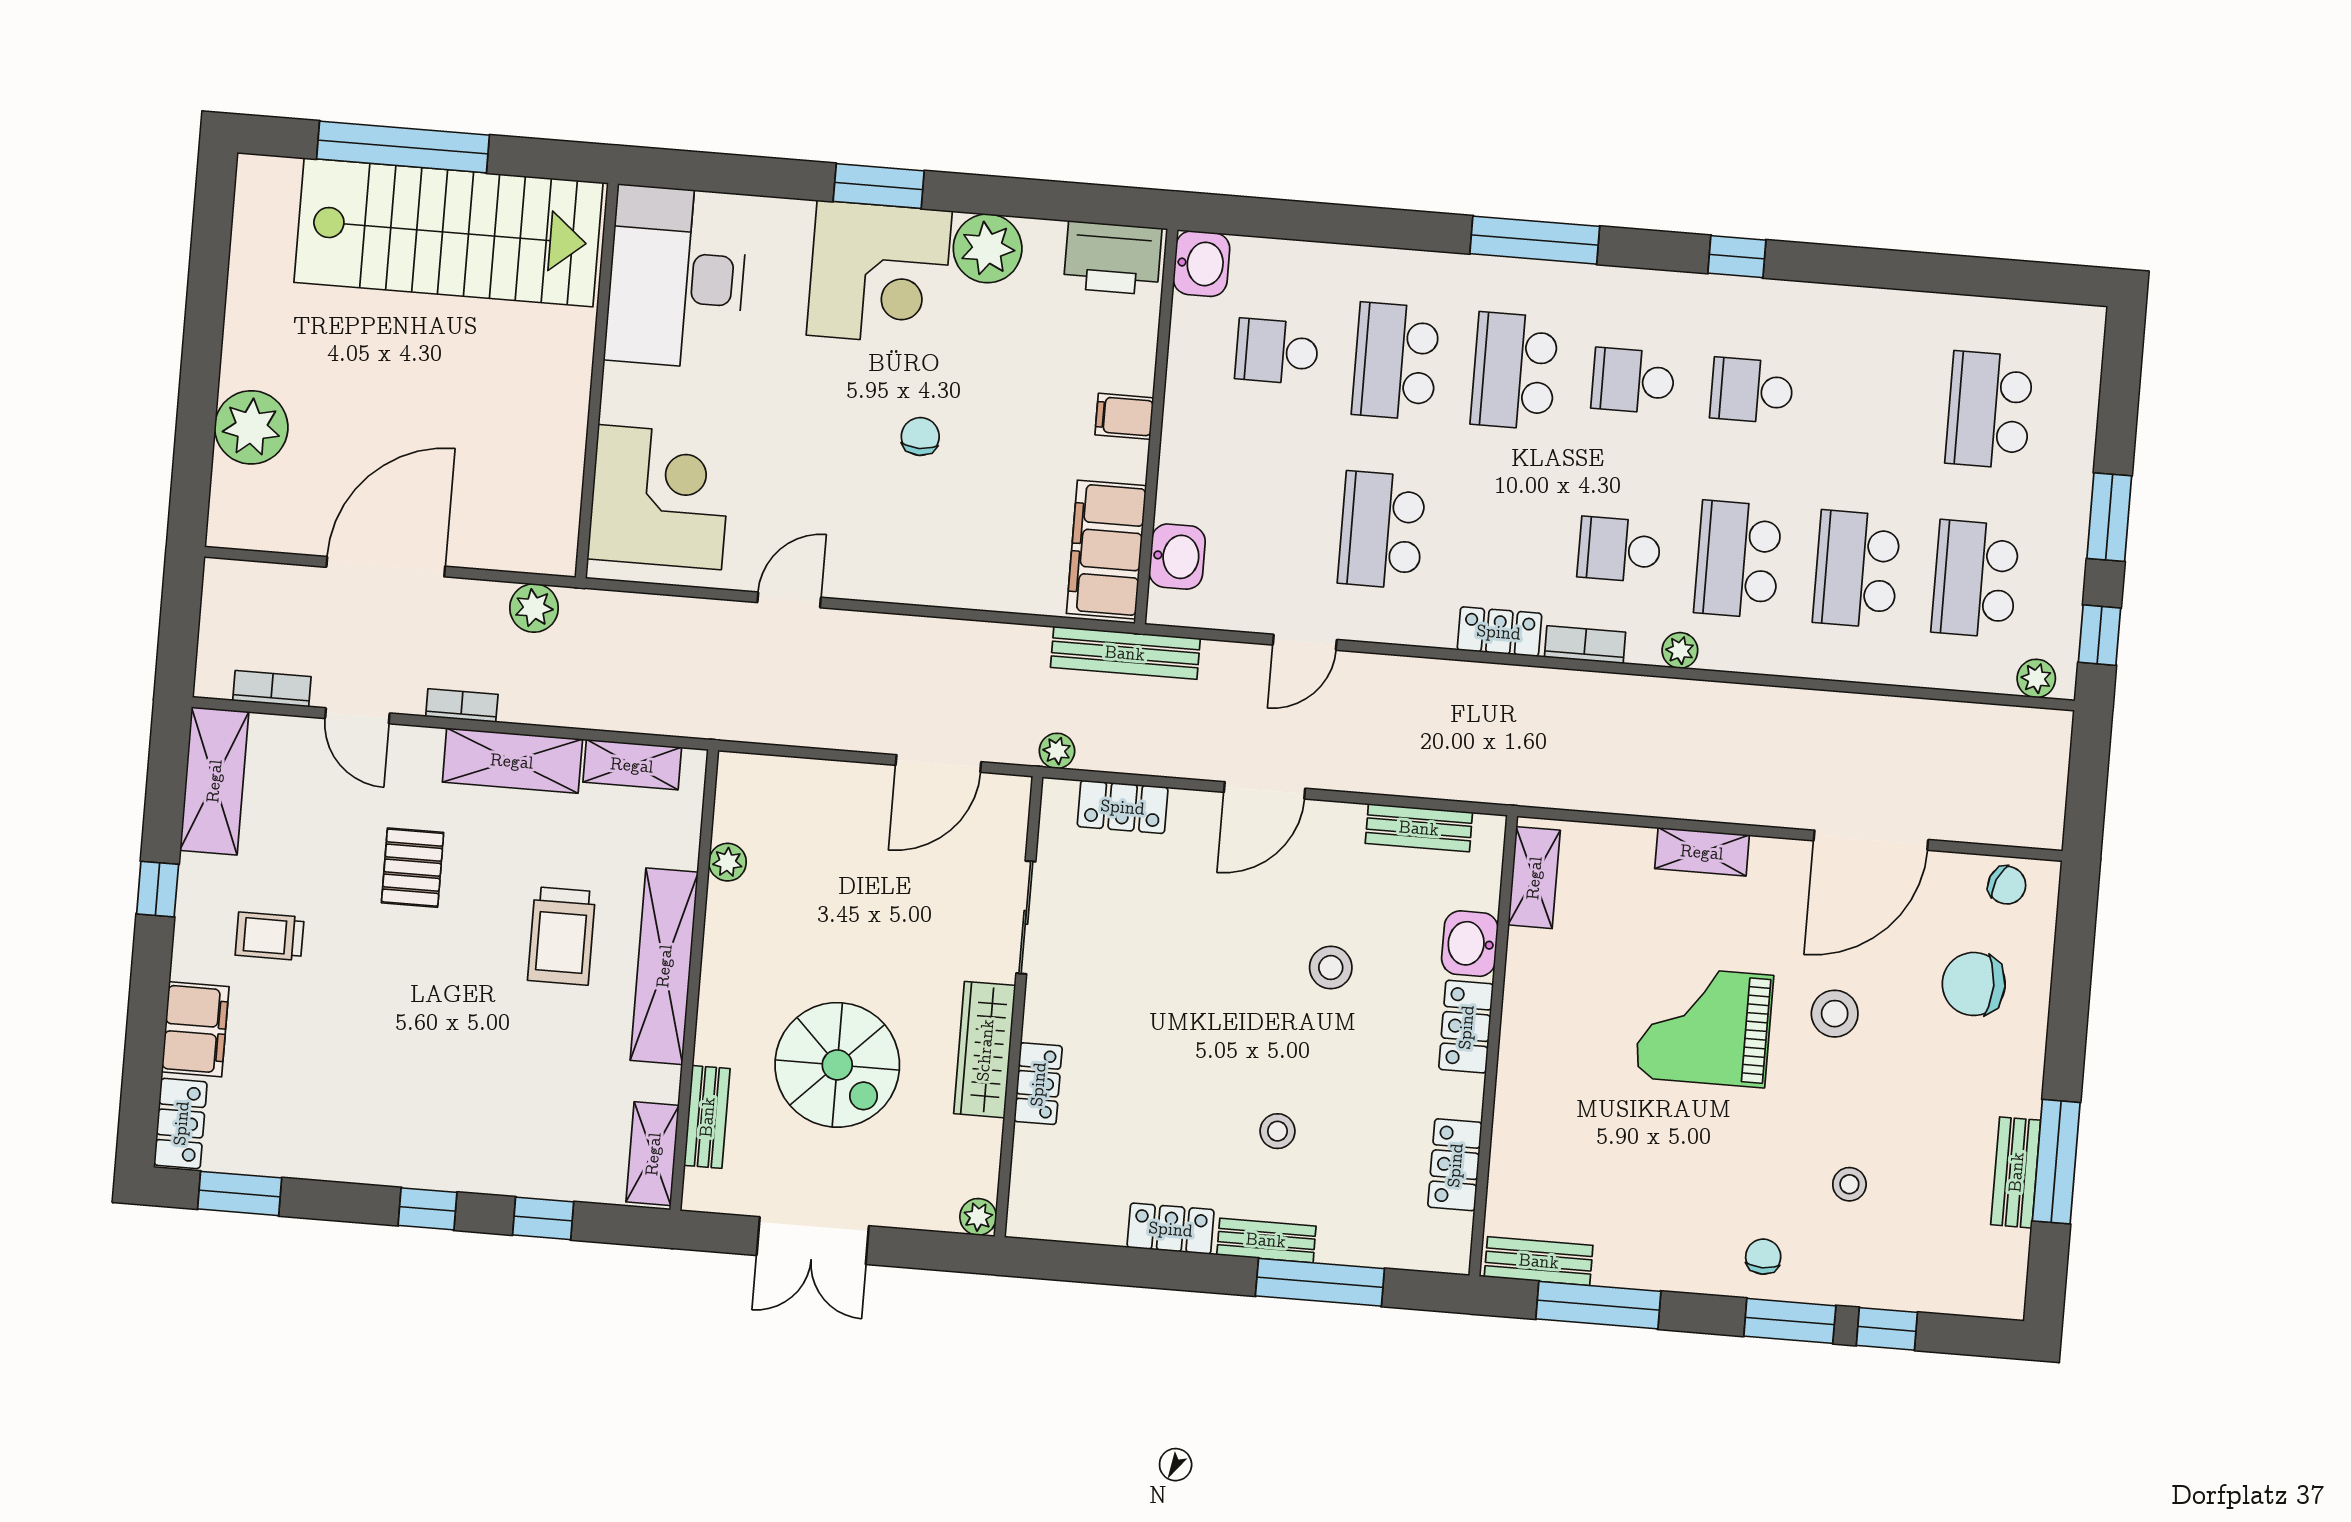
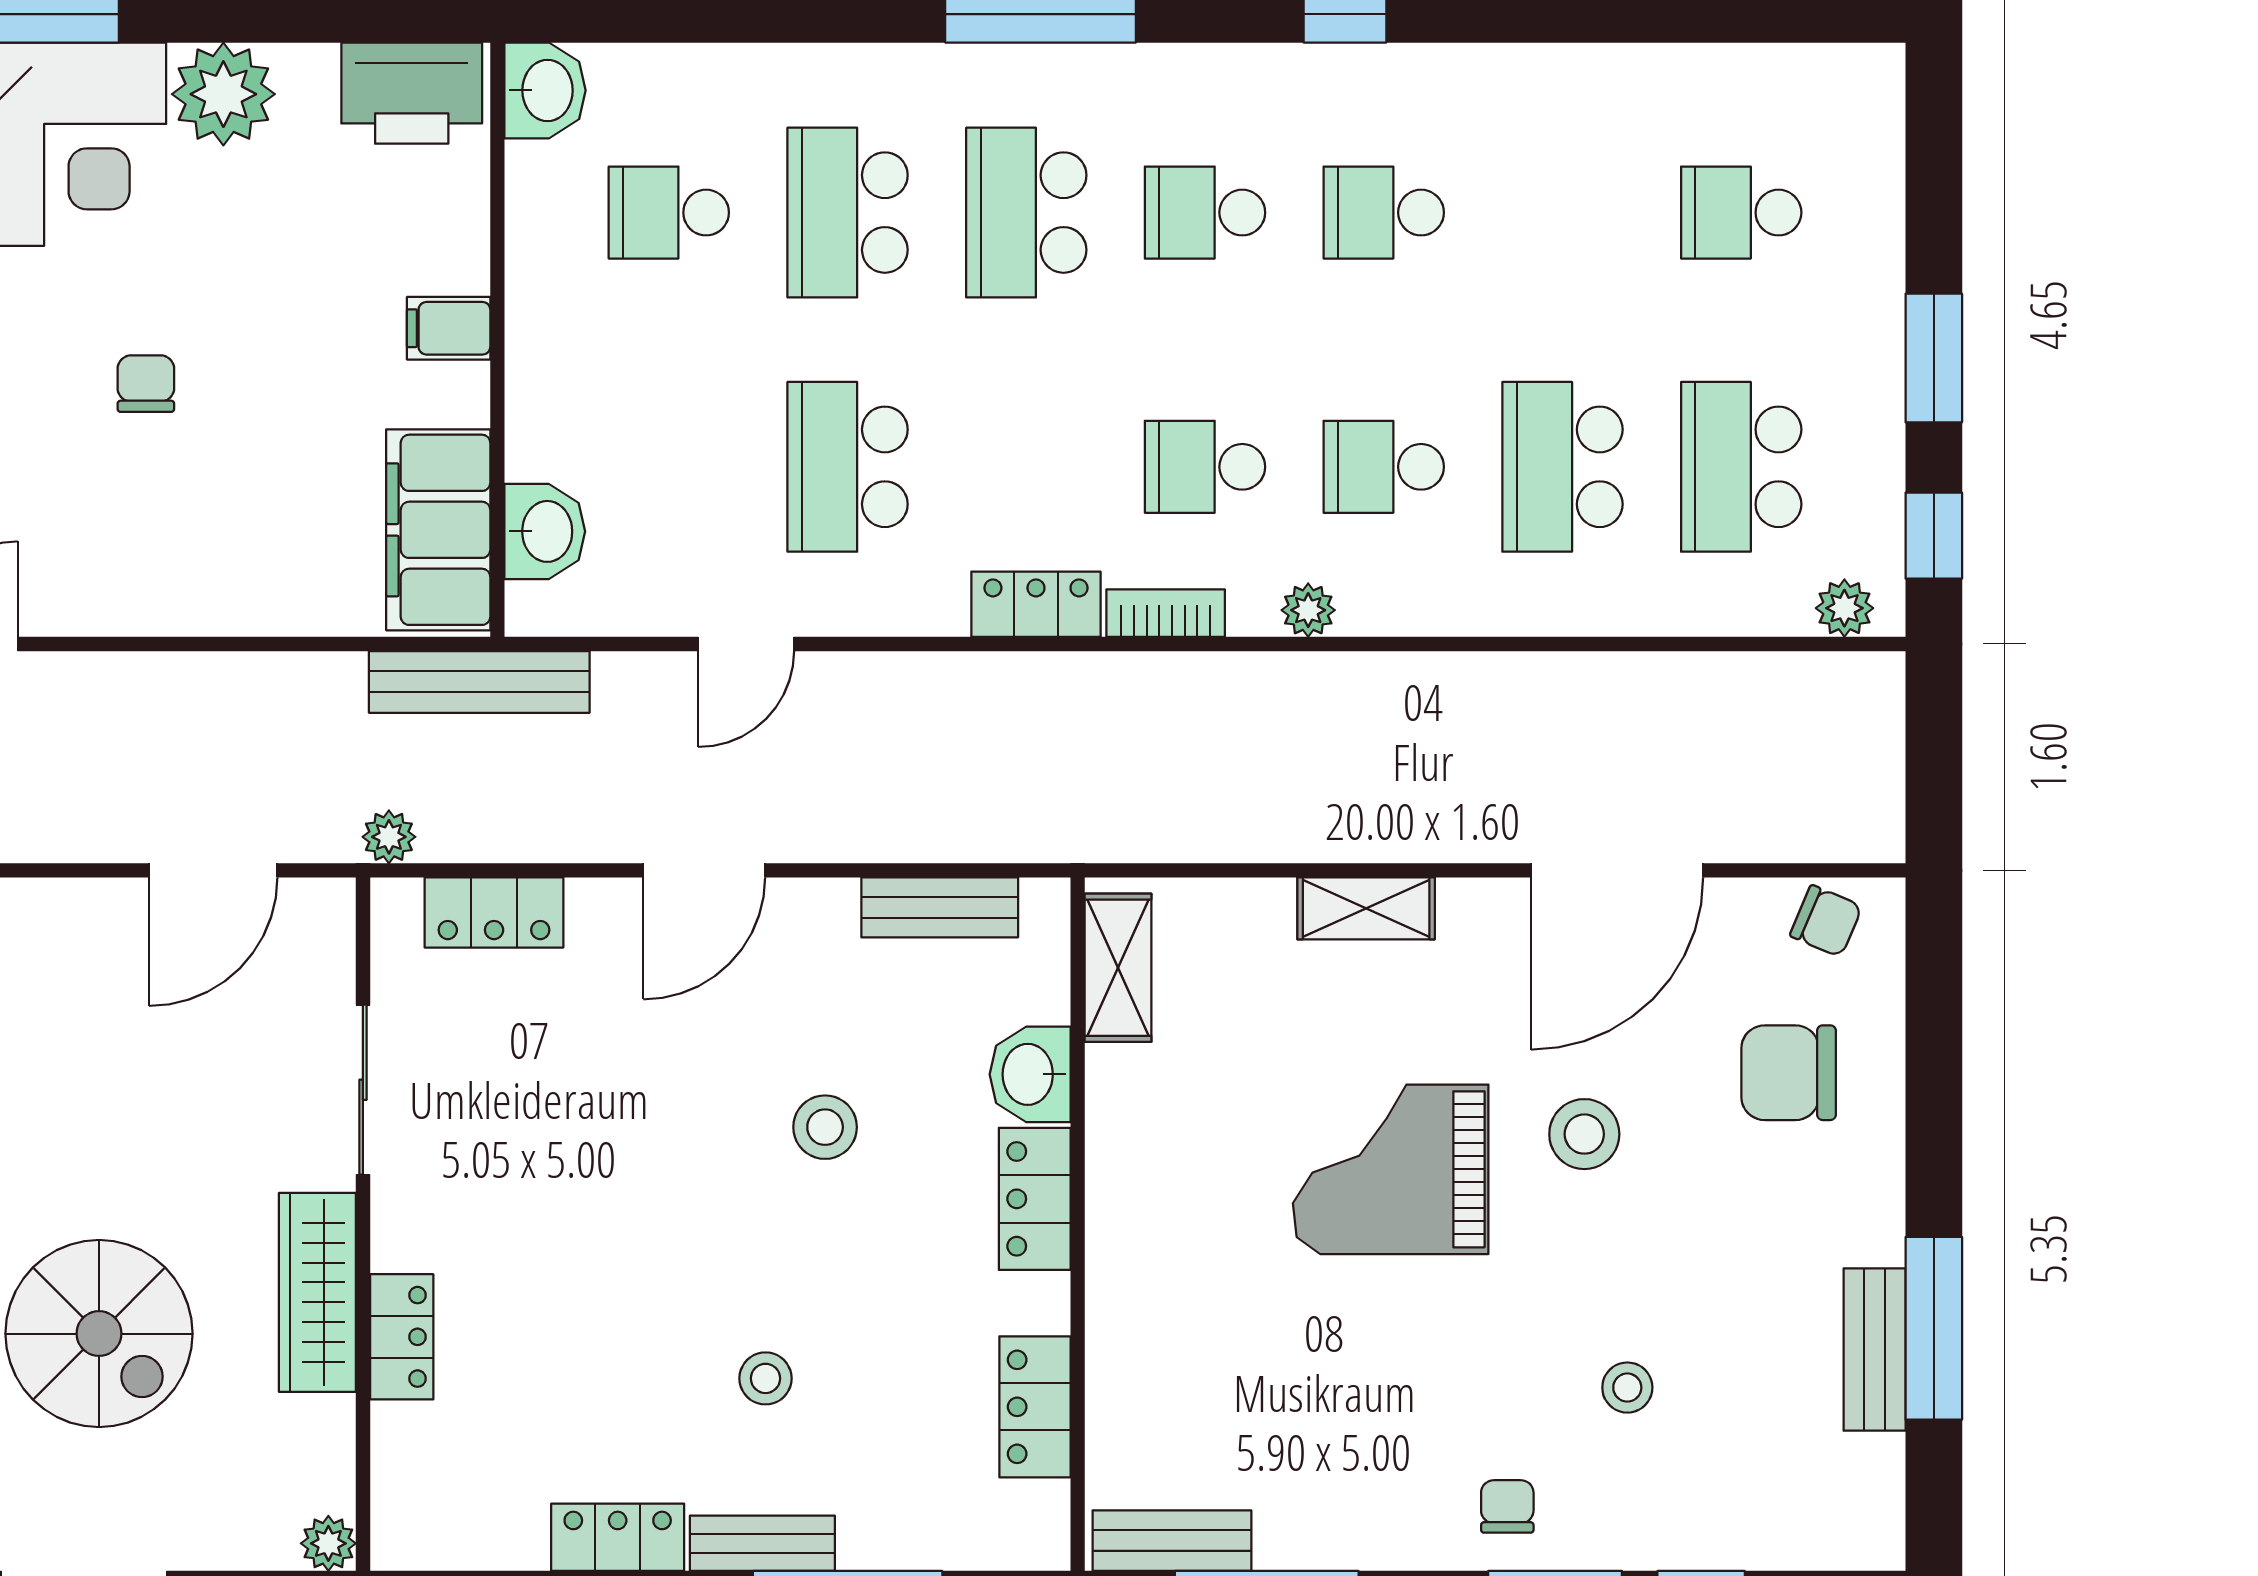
school desk: (1989, 410) -> (1741, 213), width x0.54
school desk: (1738, 559) -> (1384, 467), width x0.54

